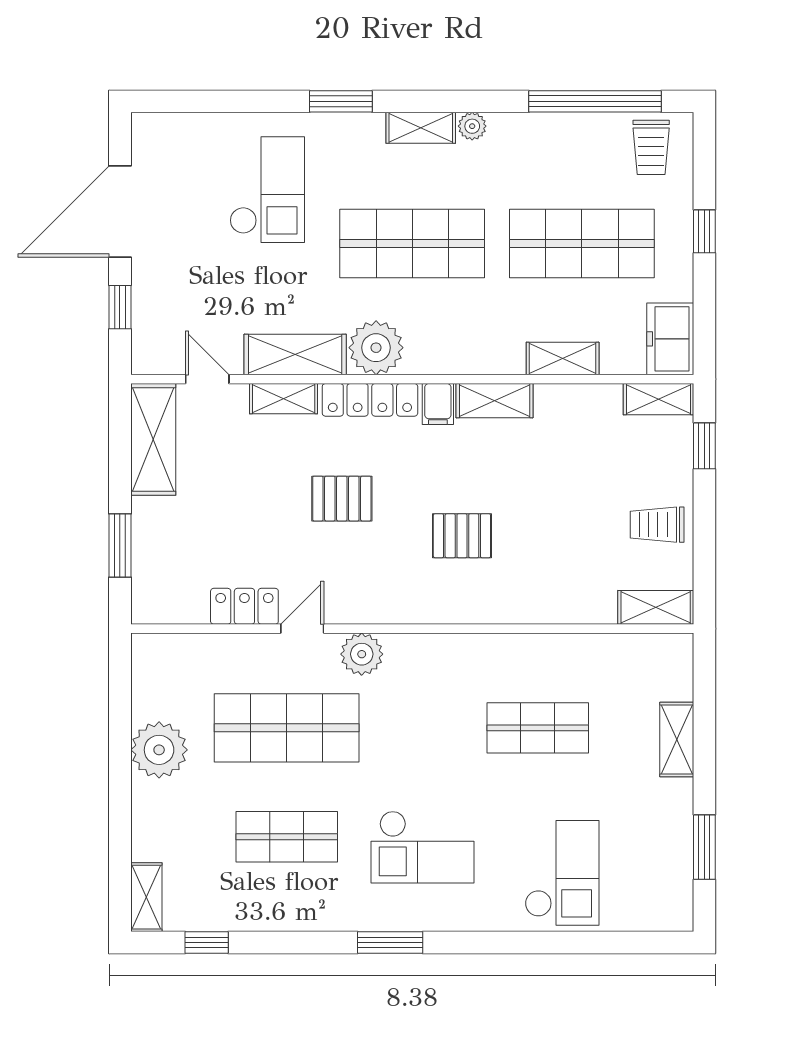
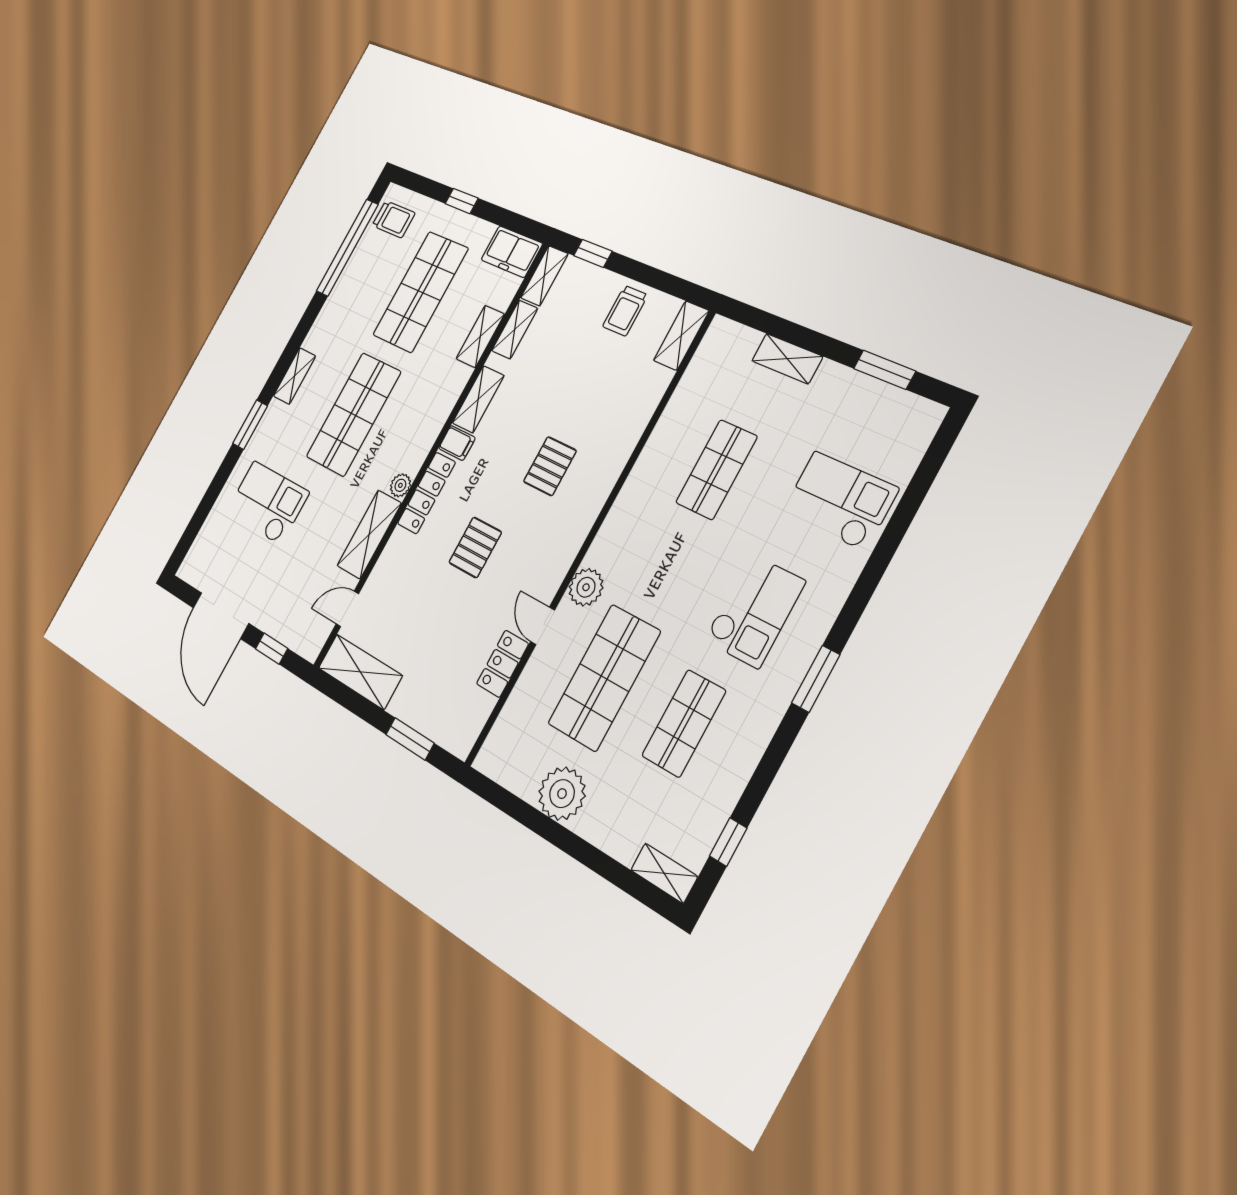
plant: (472, 126) -> (313, 340), removed
plant: (376, 348) -> (400, 485), width x0.53, depth x0.53
shelving: (284, 399) -> (515, 330), moved

